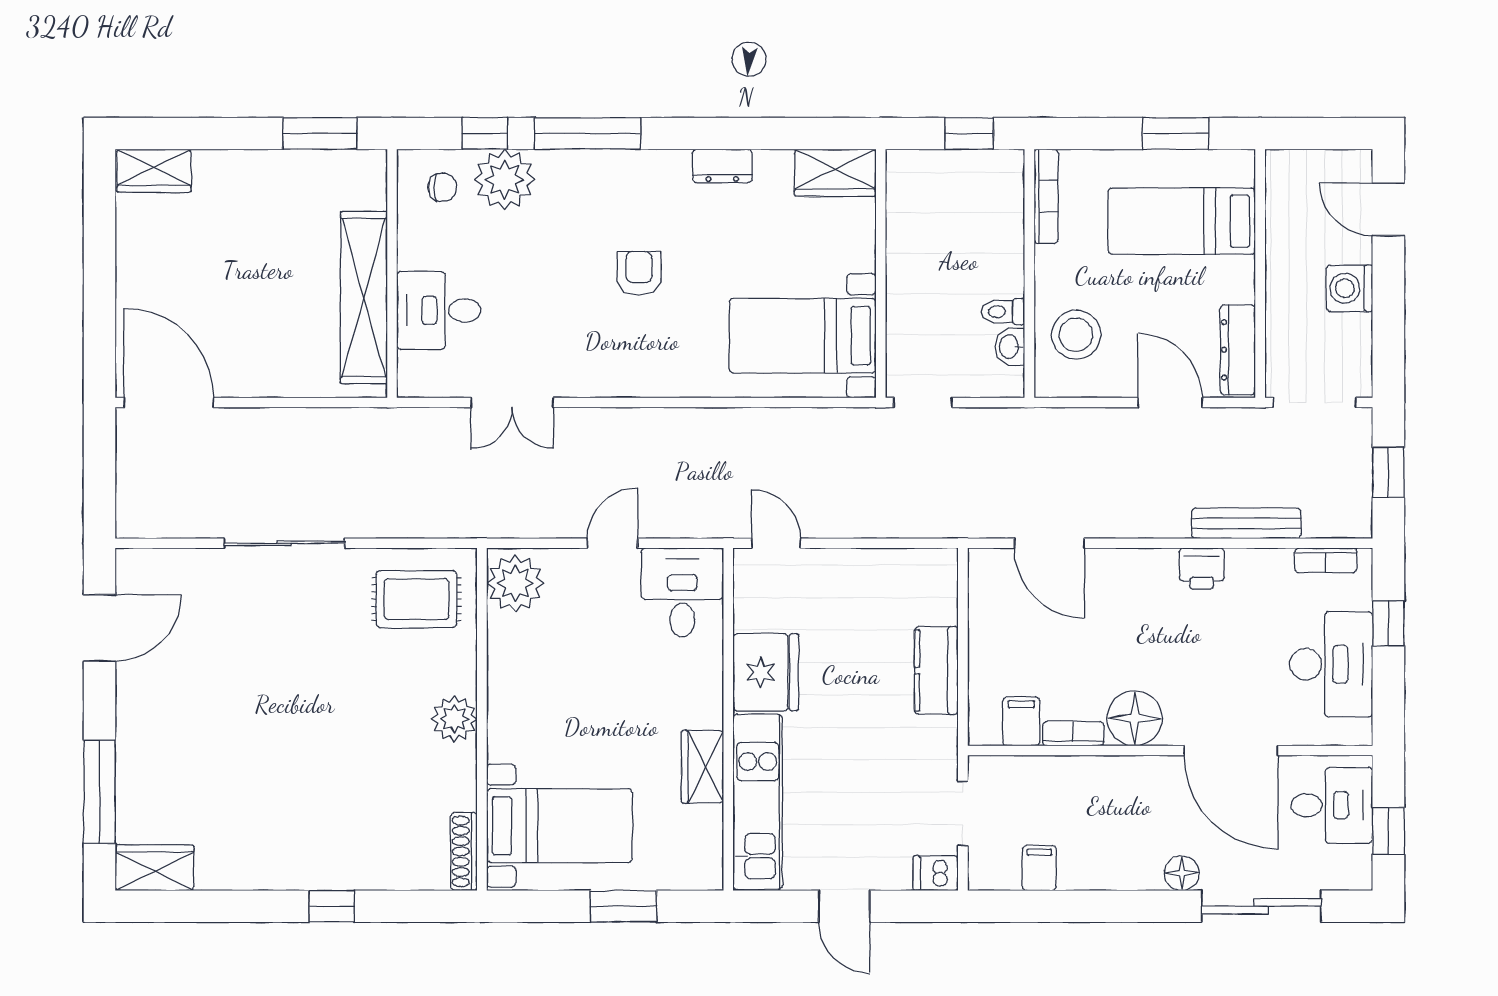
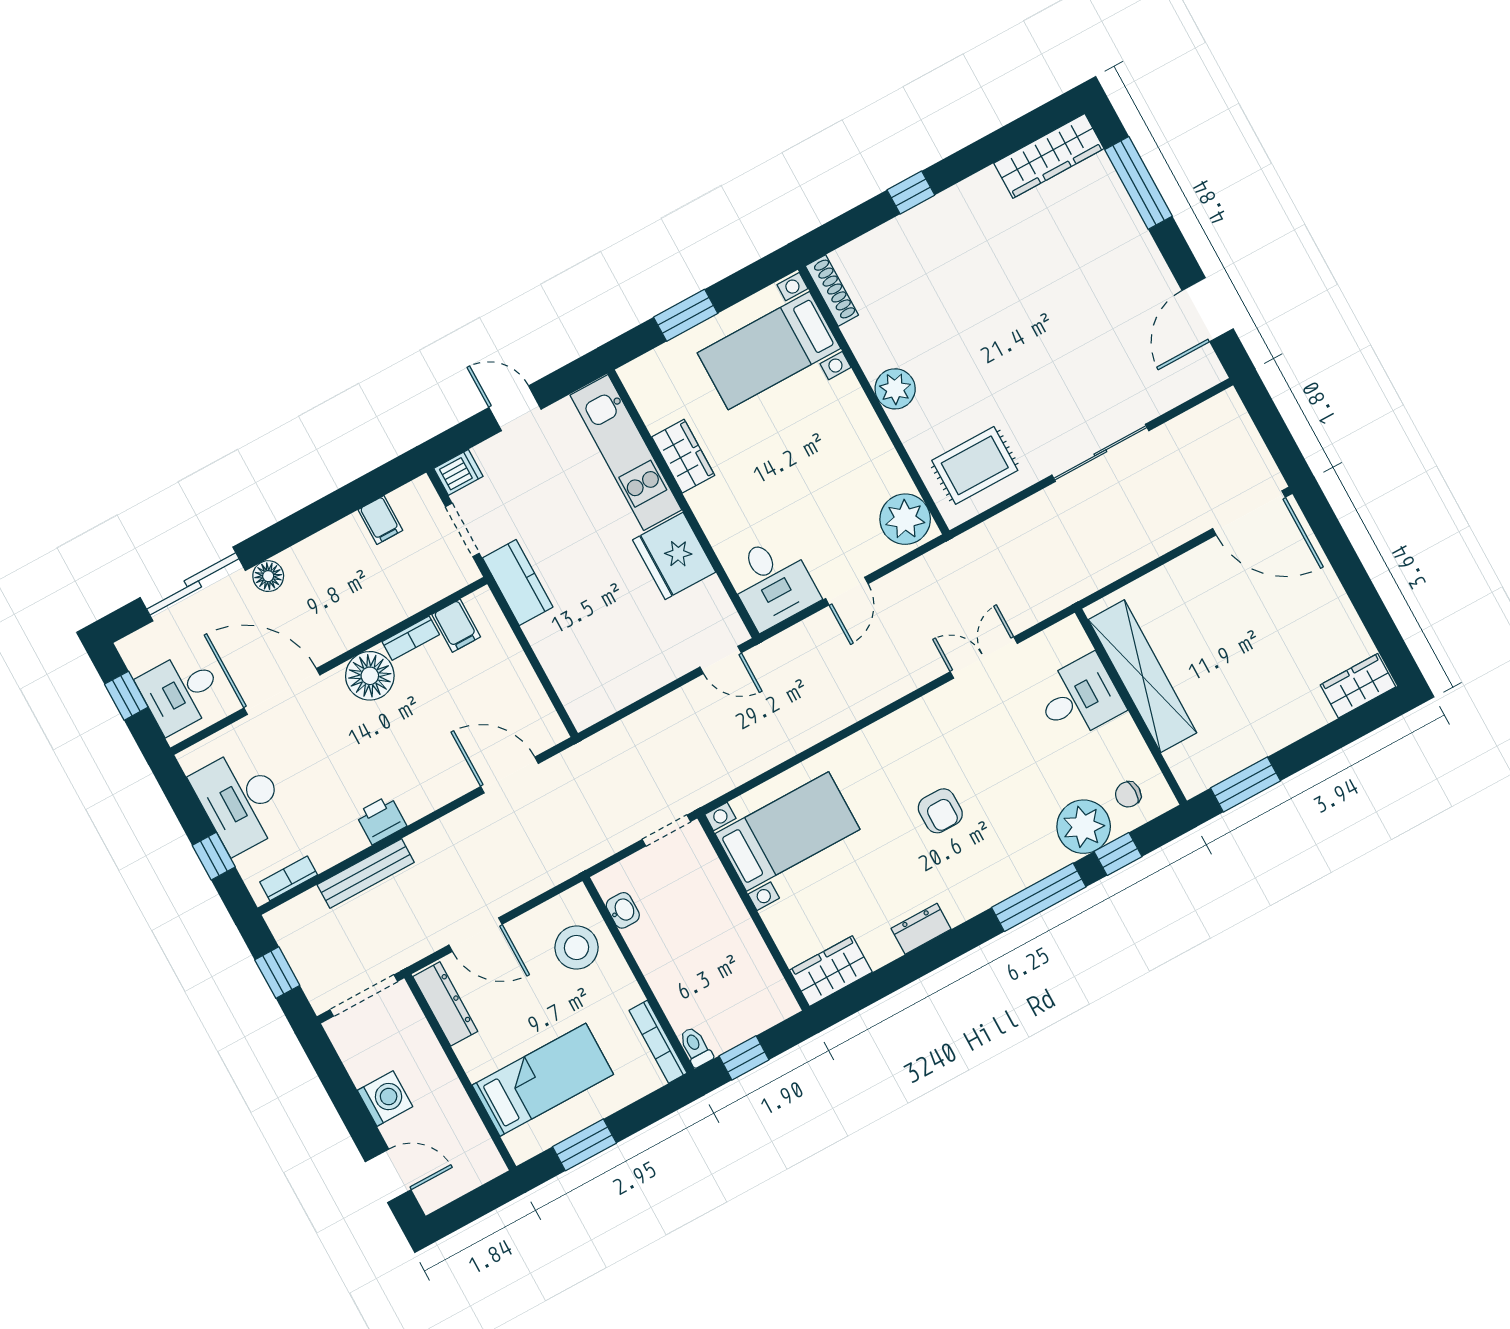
toilet: (1003, 312) -> (696, 1047), moved, turned -90
kitchen counter: (936, 670) -> (518, 582), moved
wardrobe: (154, 868) -> (1049, 156), width x1.50

